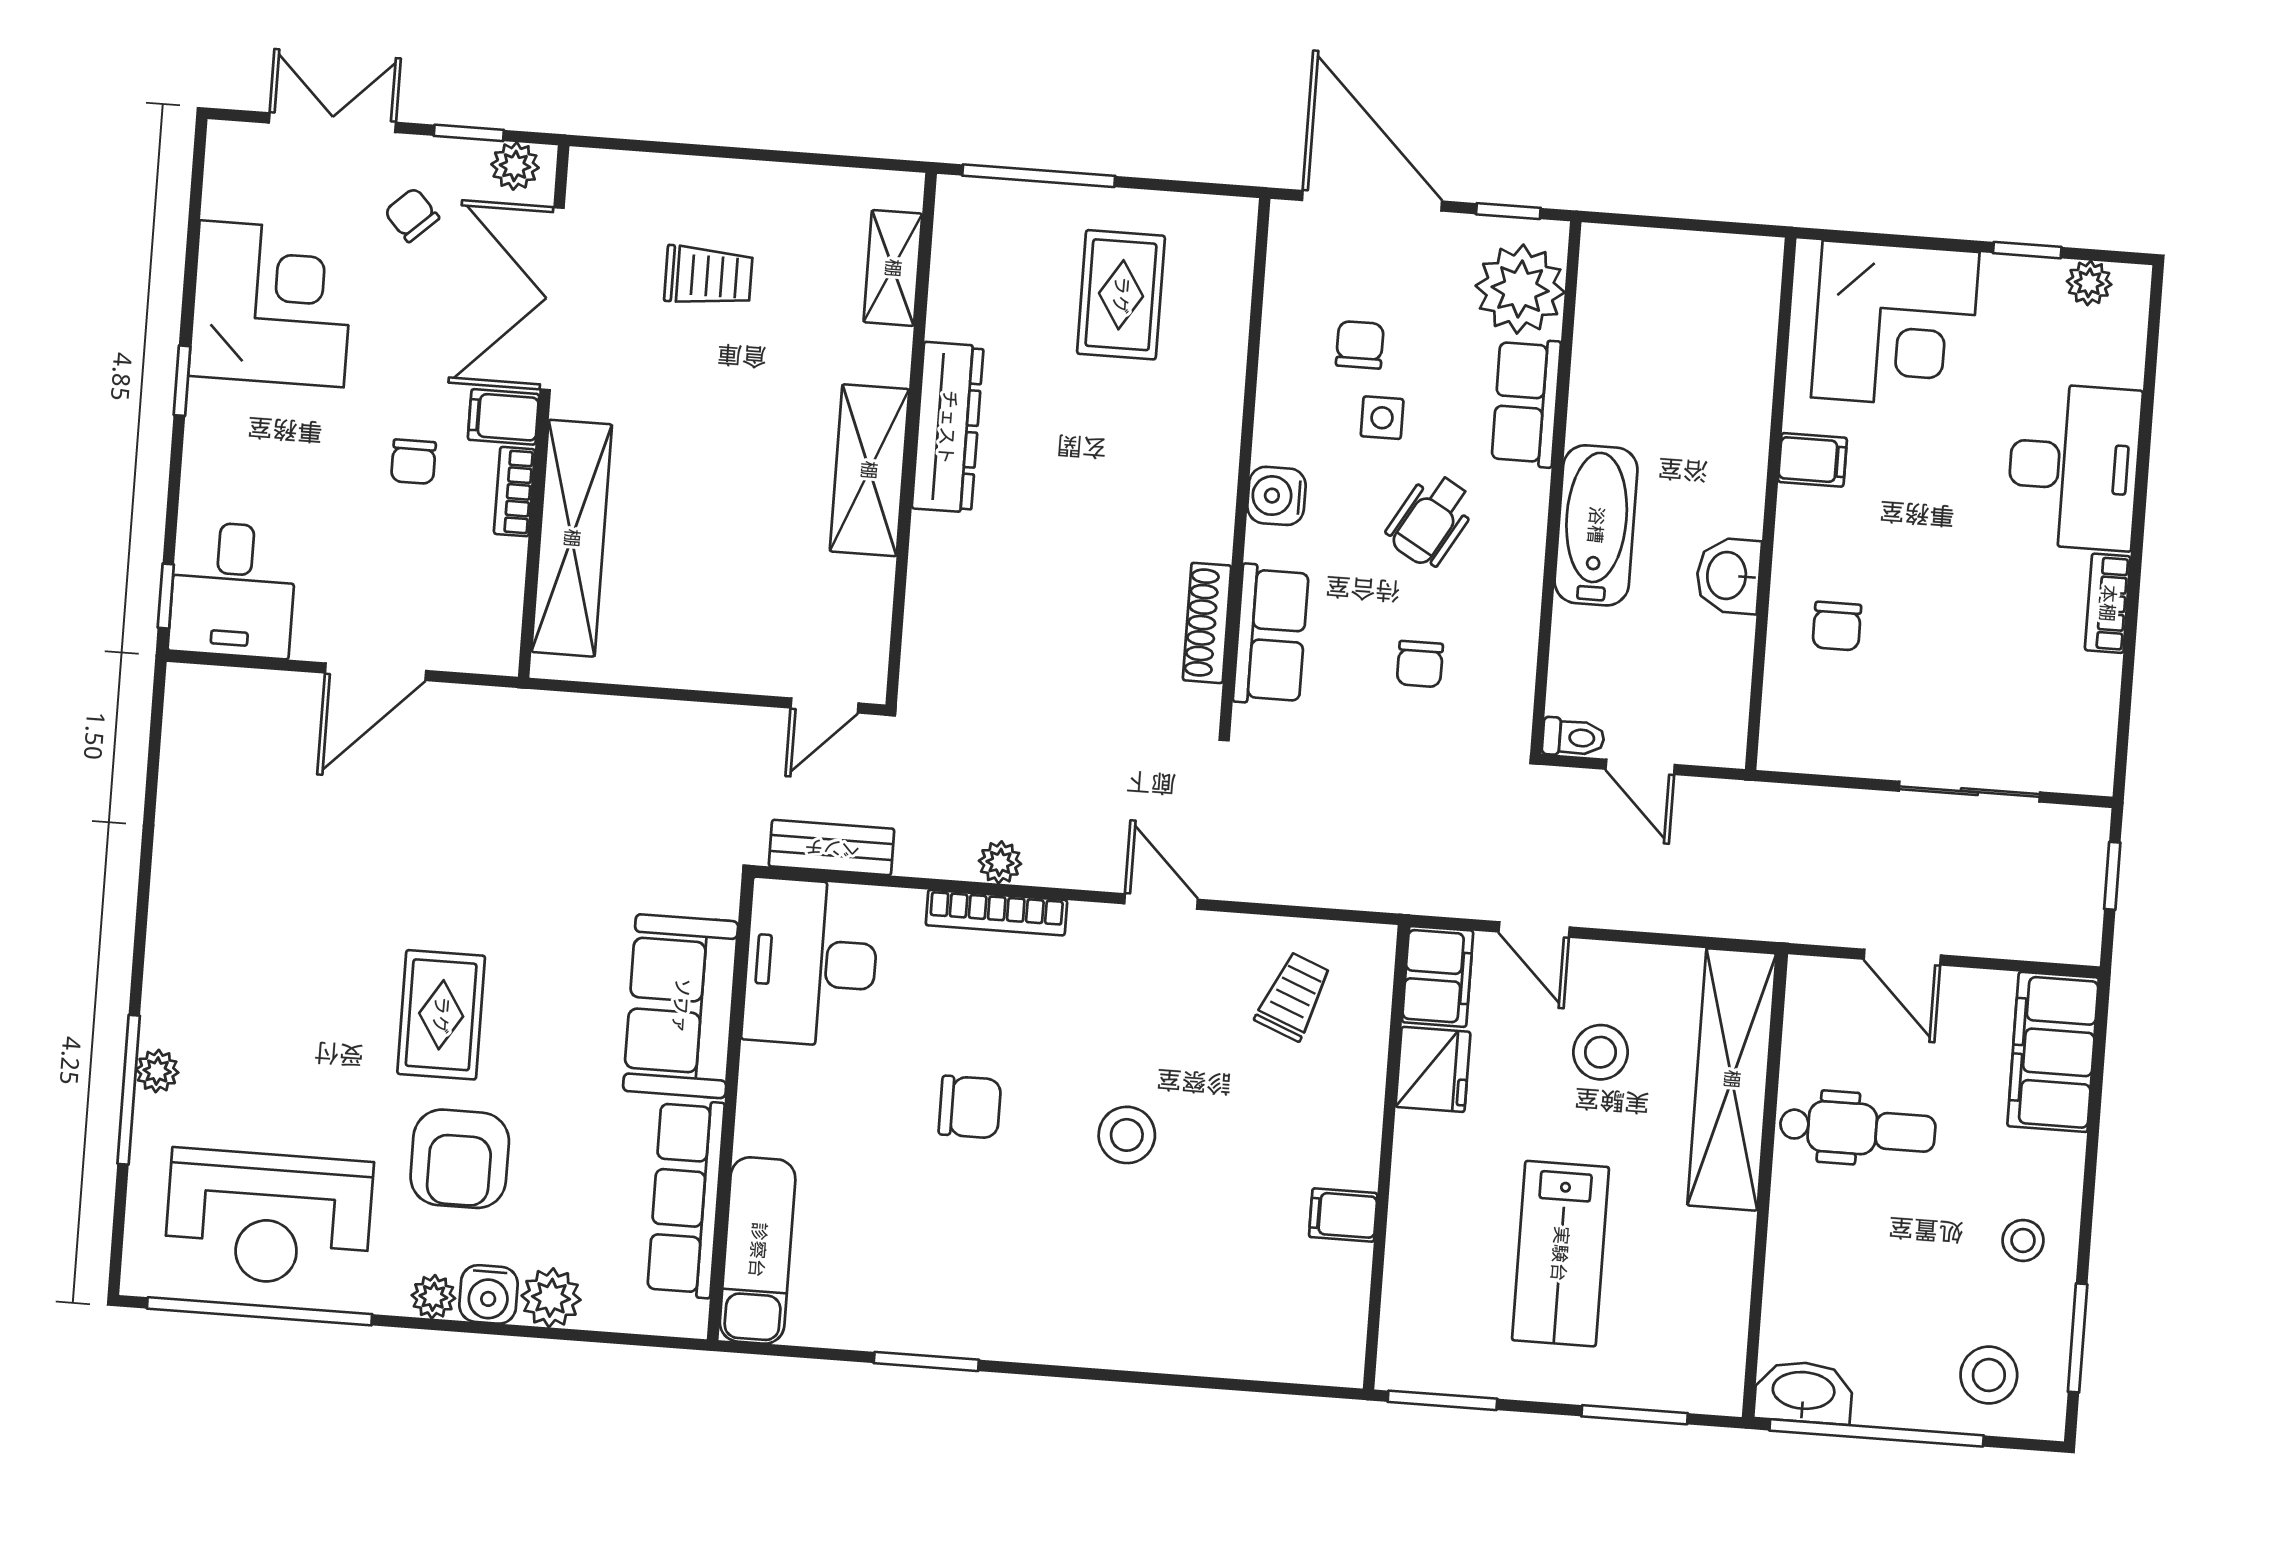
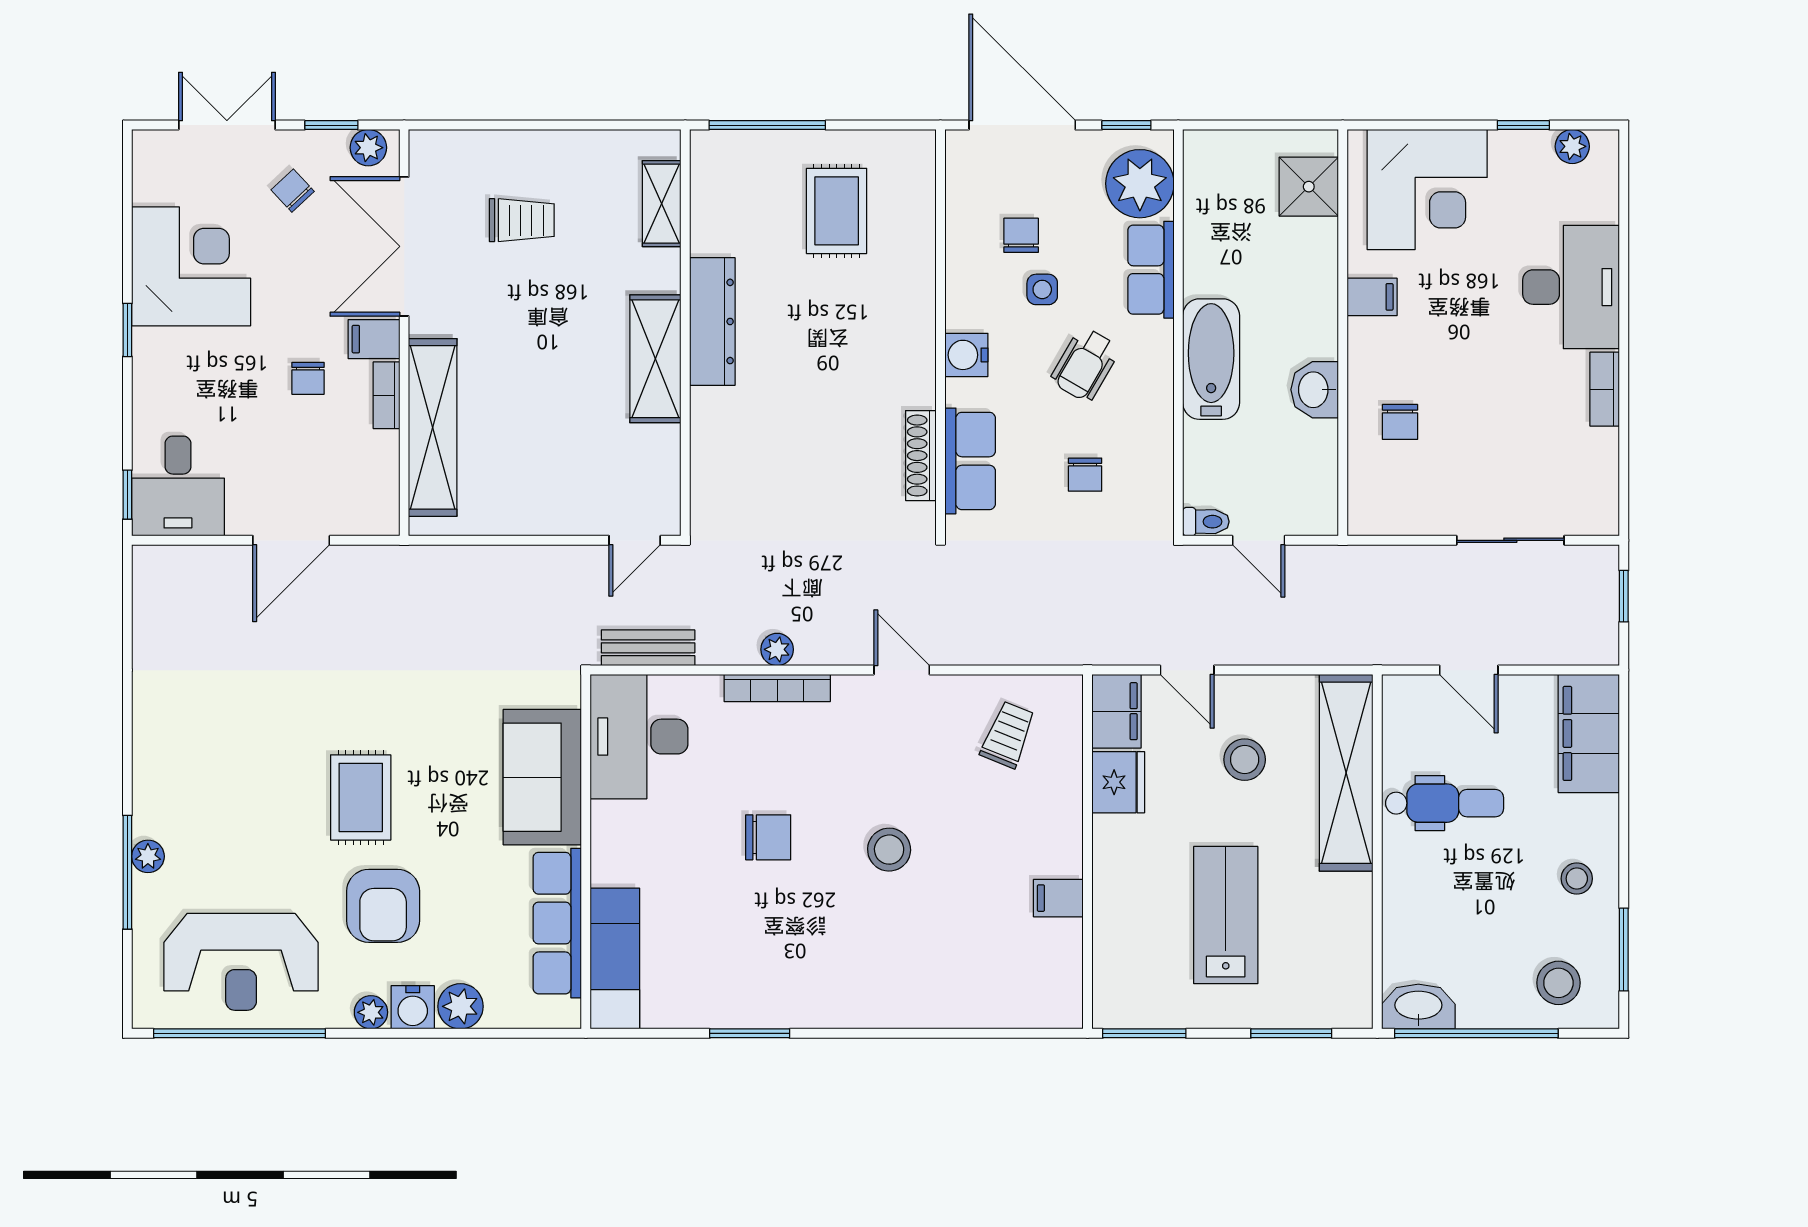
shower: (1741, 309) -> (1309, 187), added
lab bench: (1560, 1254) -> (1226, 915), turned 180

